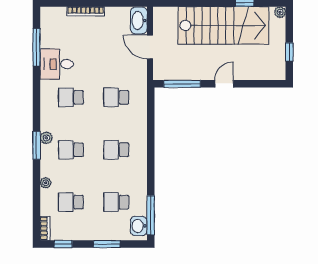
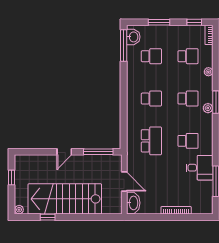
school desk: (116, 97) -> (151, 141), width x1.85

